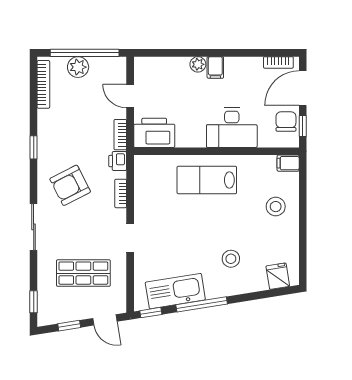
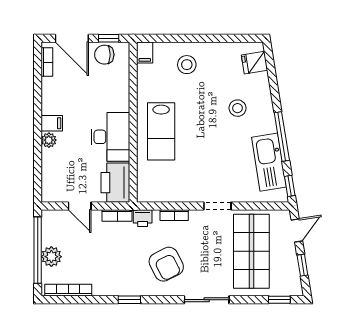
door: (130, 96) -> (80, 206), hinge flipped
desk: (232, 128) -> (110, 137), moved
shop shelf: (83, 273) -> (251, 251), width x1.43, depth x1.36

